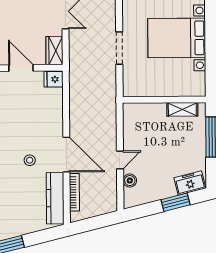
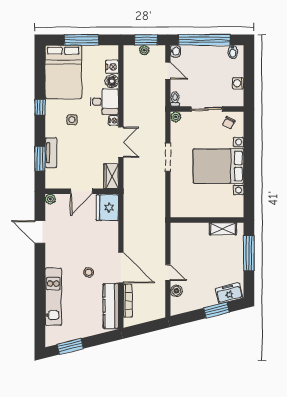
doorway: (119, 48) -> (168, 157), moved
door: (21, 68) -> (82, 191), swing flipped
fridge: (54, 79) -> (107, 208), width x1.88, depth x1.34
door: (120, 160) -> (168, 273), hinge flipped

